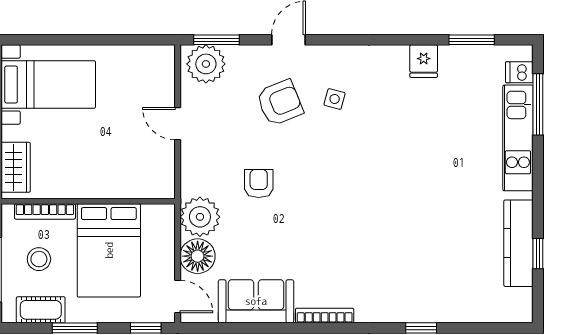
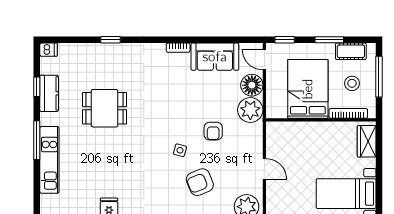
dishwasher: (519, 72) -> (49, 50), moved
side table: (335, 99) -> (180, 150), moved
window: (538, 104) -> (37, 140), moved
dining table: (431, 220) -> (105, 108), added
kitchen counter: (518, 243) -> (49, 93), width x0.67
bookcase: (325, 316) -> (178, 48), width x0.64

